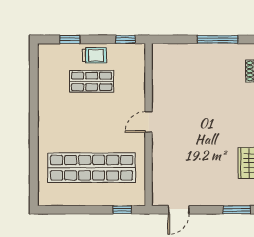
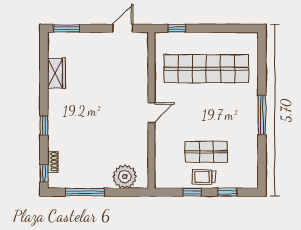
window: (126, 39) -> (192, 192), moved
plant: (176, 56) -> (125, 177), added
window: (34, 120) -> (262, 115), added

